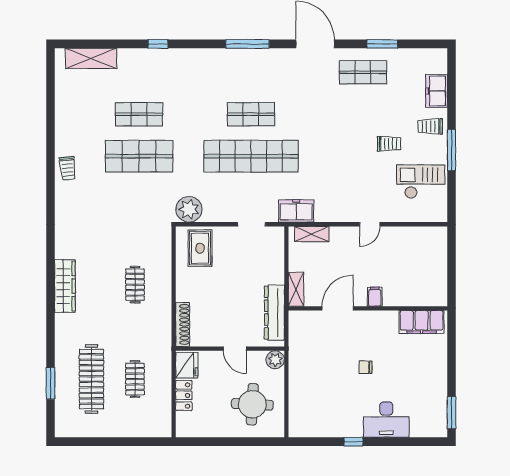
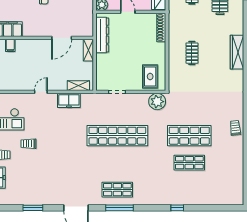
shelving: (91, 58) -> (220, 199), removed
shop shelf: (363, 72) -> (45, 190), removed
shop shelf: (251, 114) -> (117, 190), moved
freezer: (296, 211) -> (69, 100), moved
filing cabinet: (375, 297) -> (10, 45), moved

